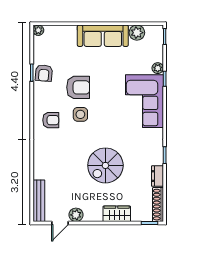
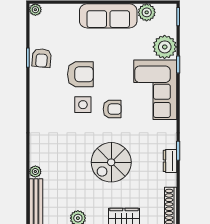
plant: (158, 68) -> (165, 47), width x1.88, depth x1.88
armchair: (51, 120) -> (112, 109), moved
plant: (38, 174) -> (35, 172), added
dresser: (157, 176) -> (170, 161), moved

